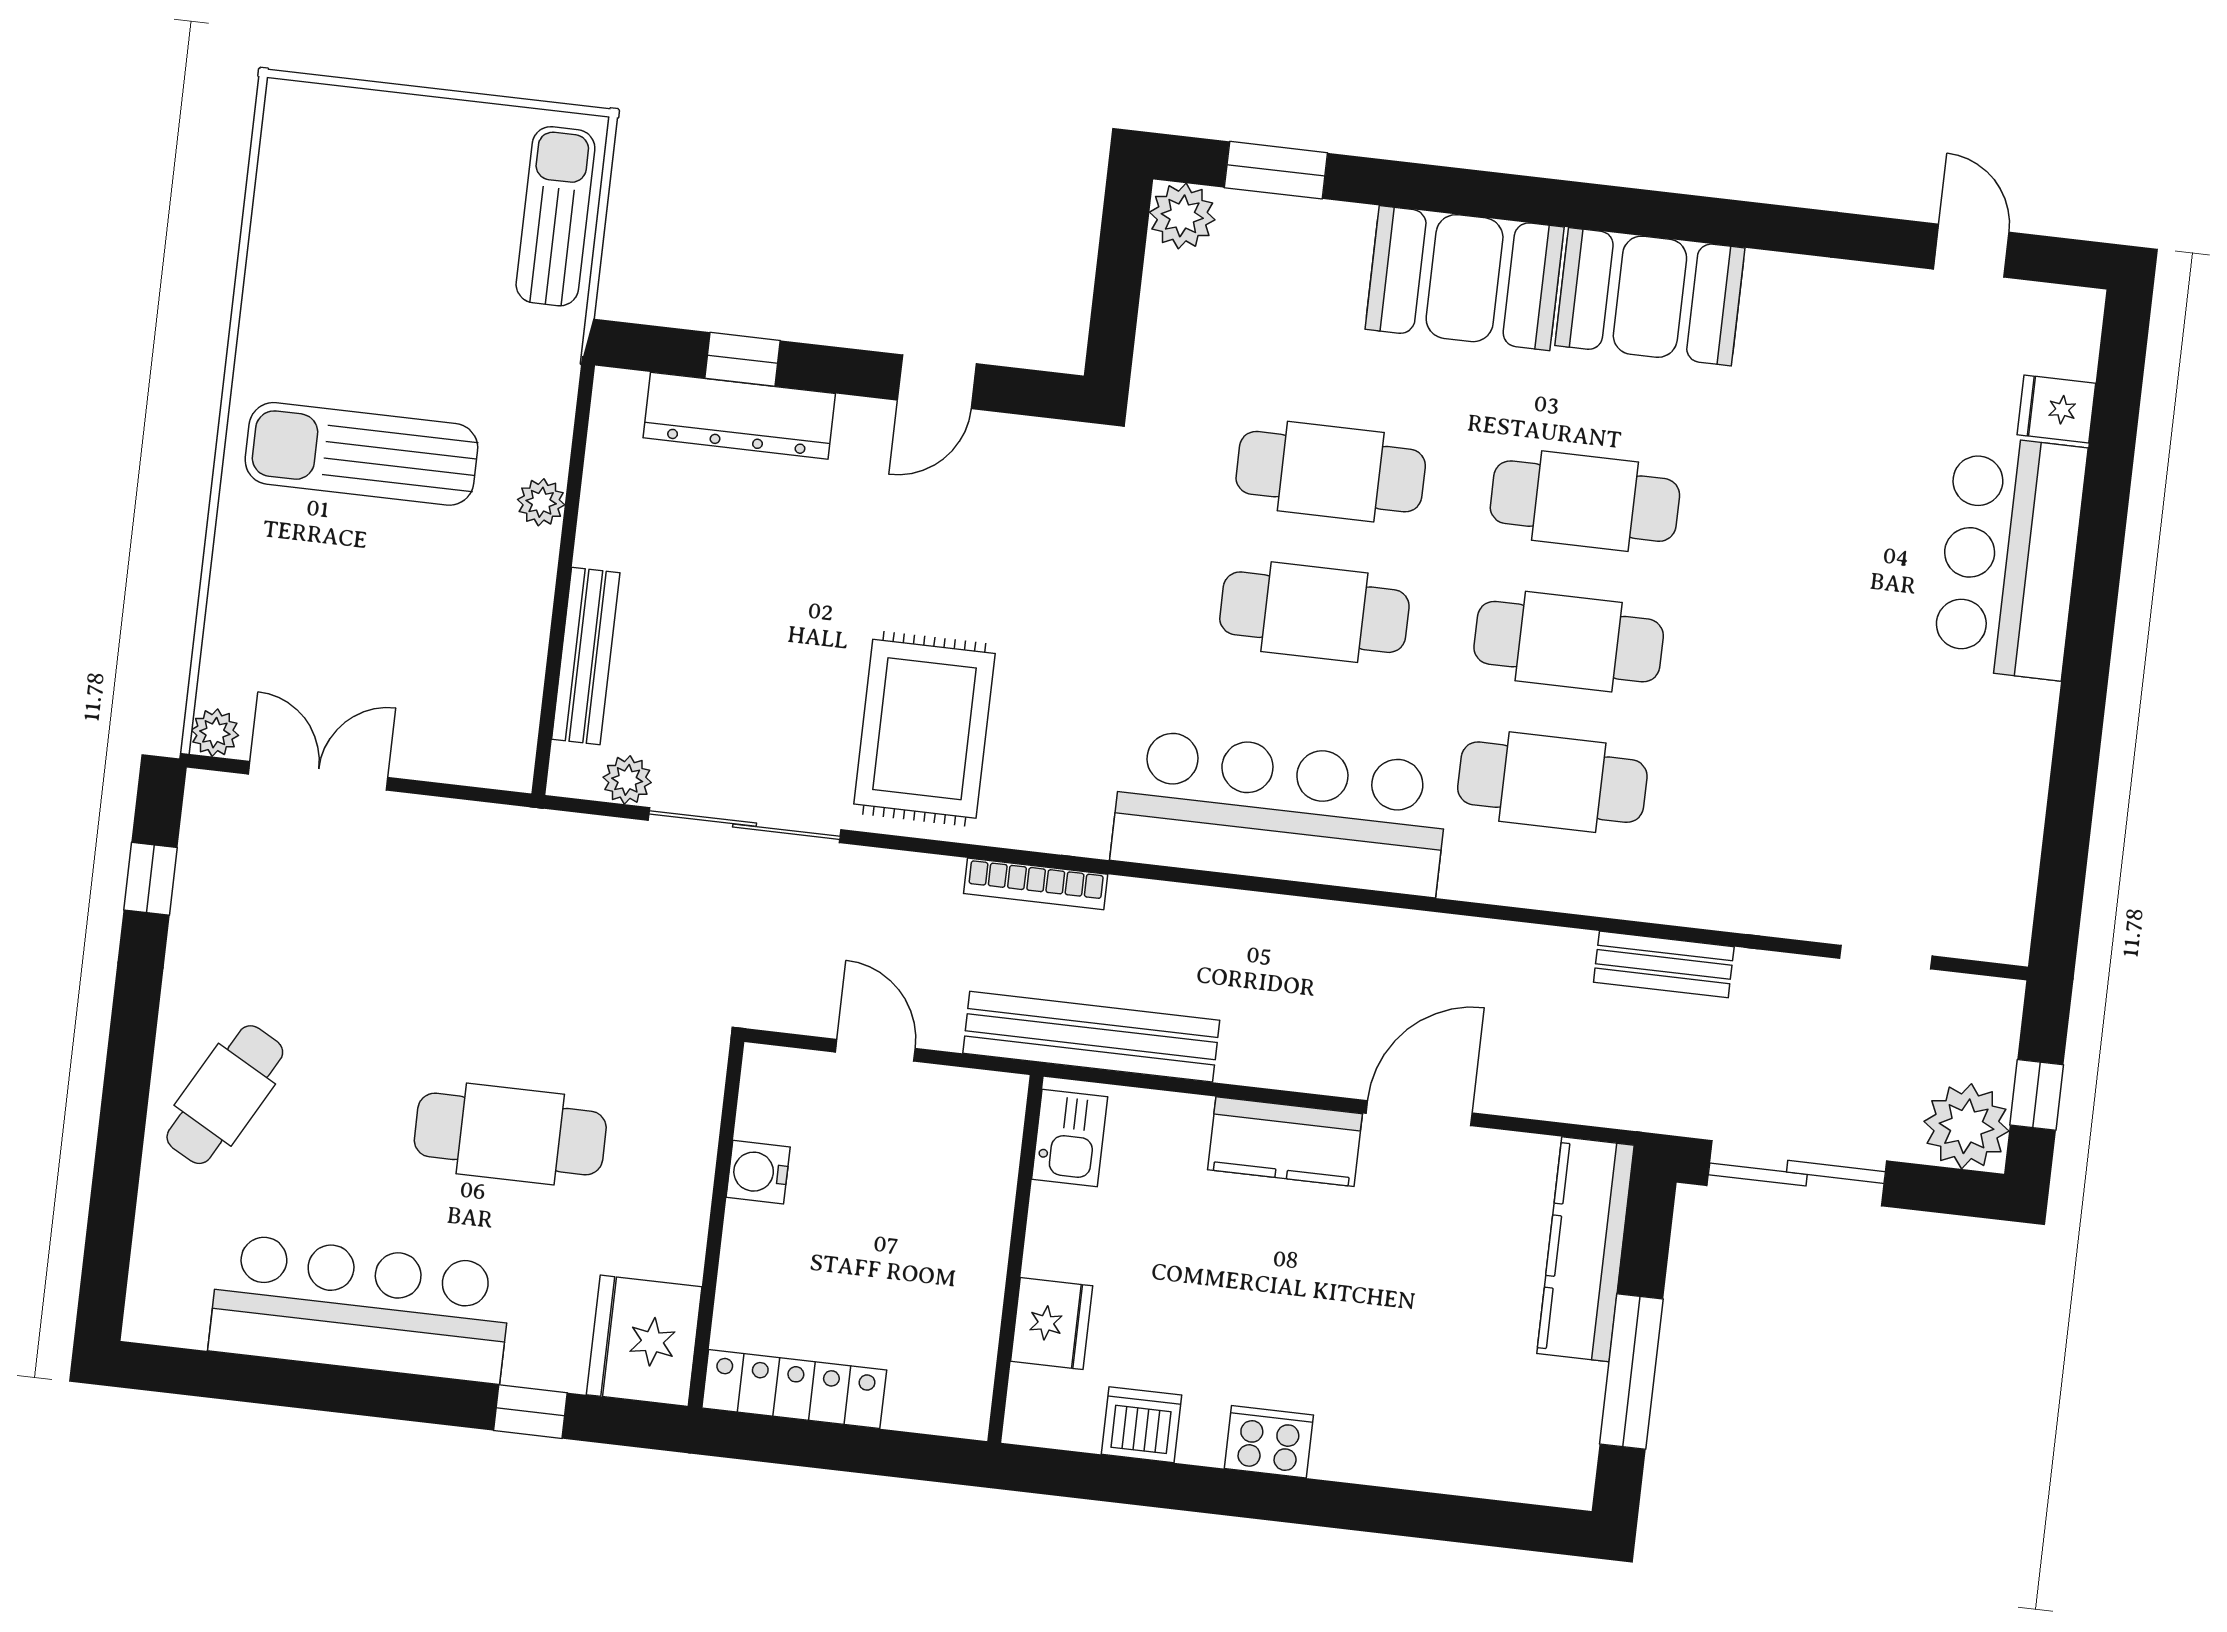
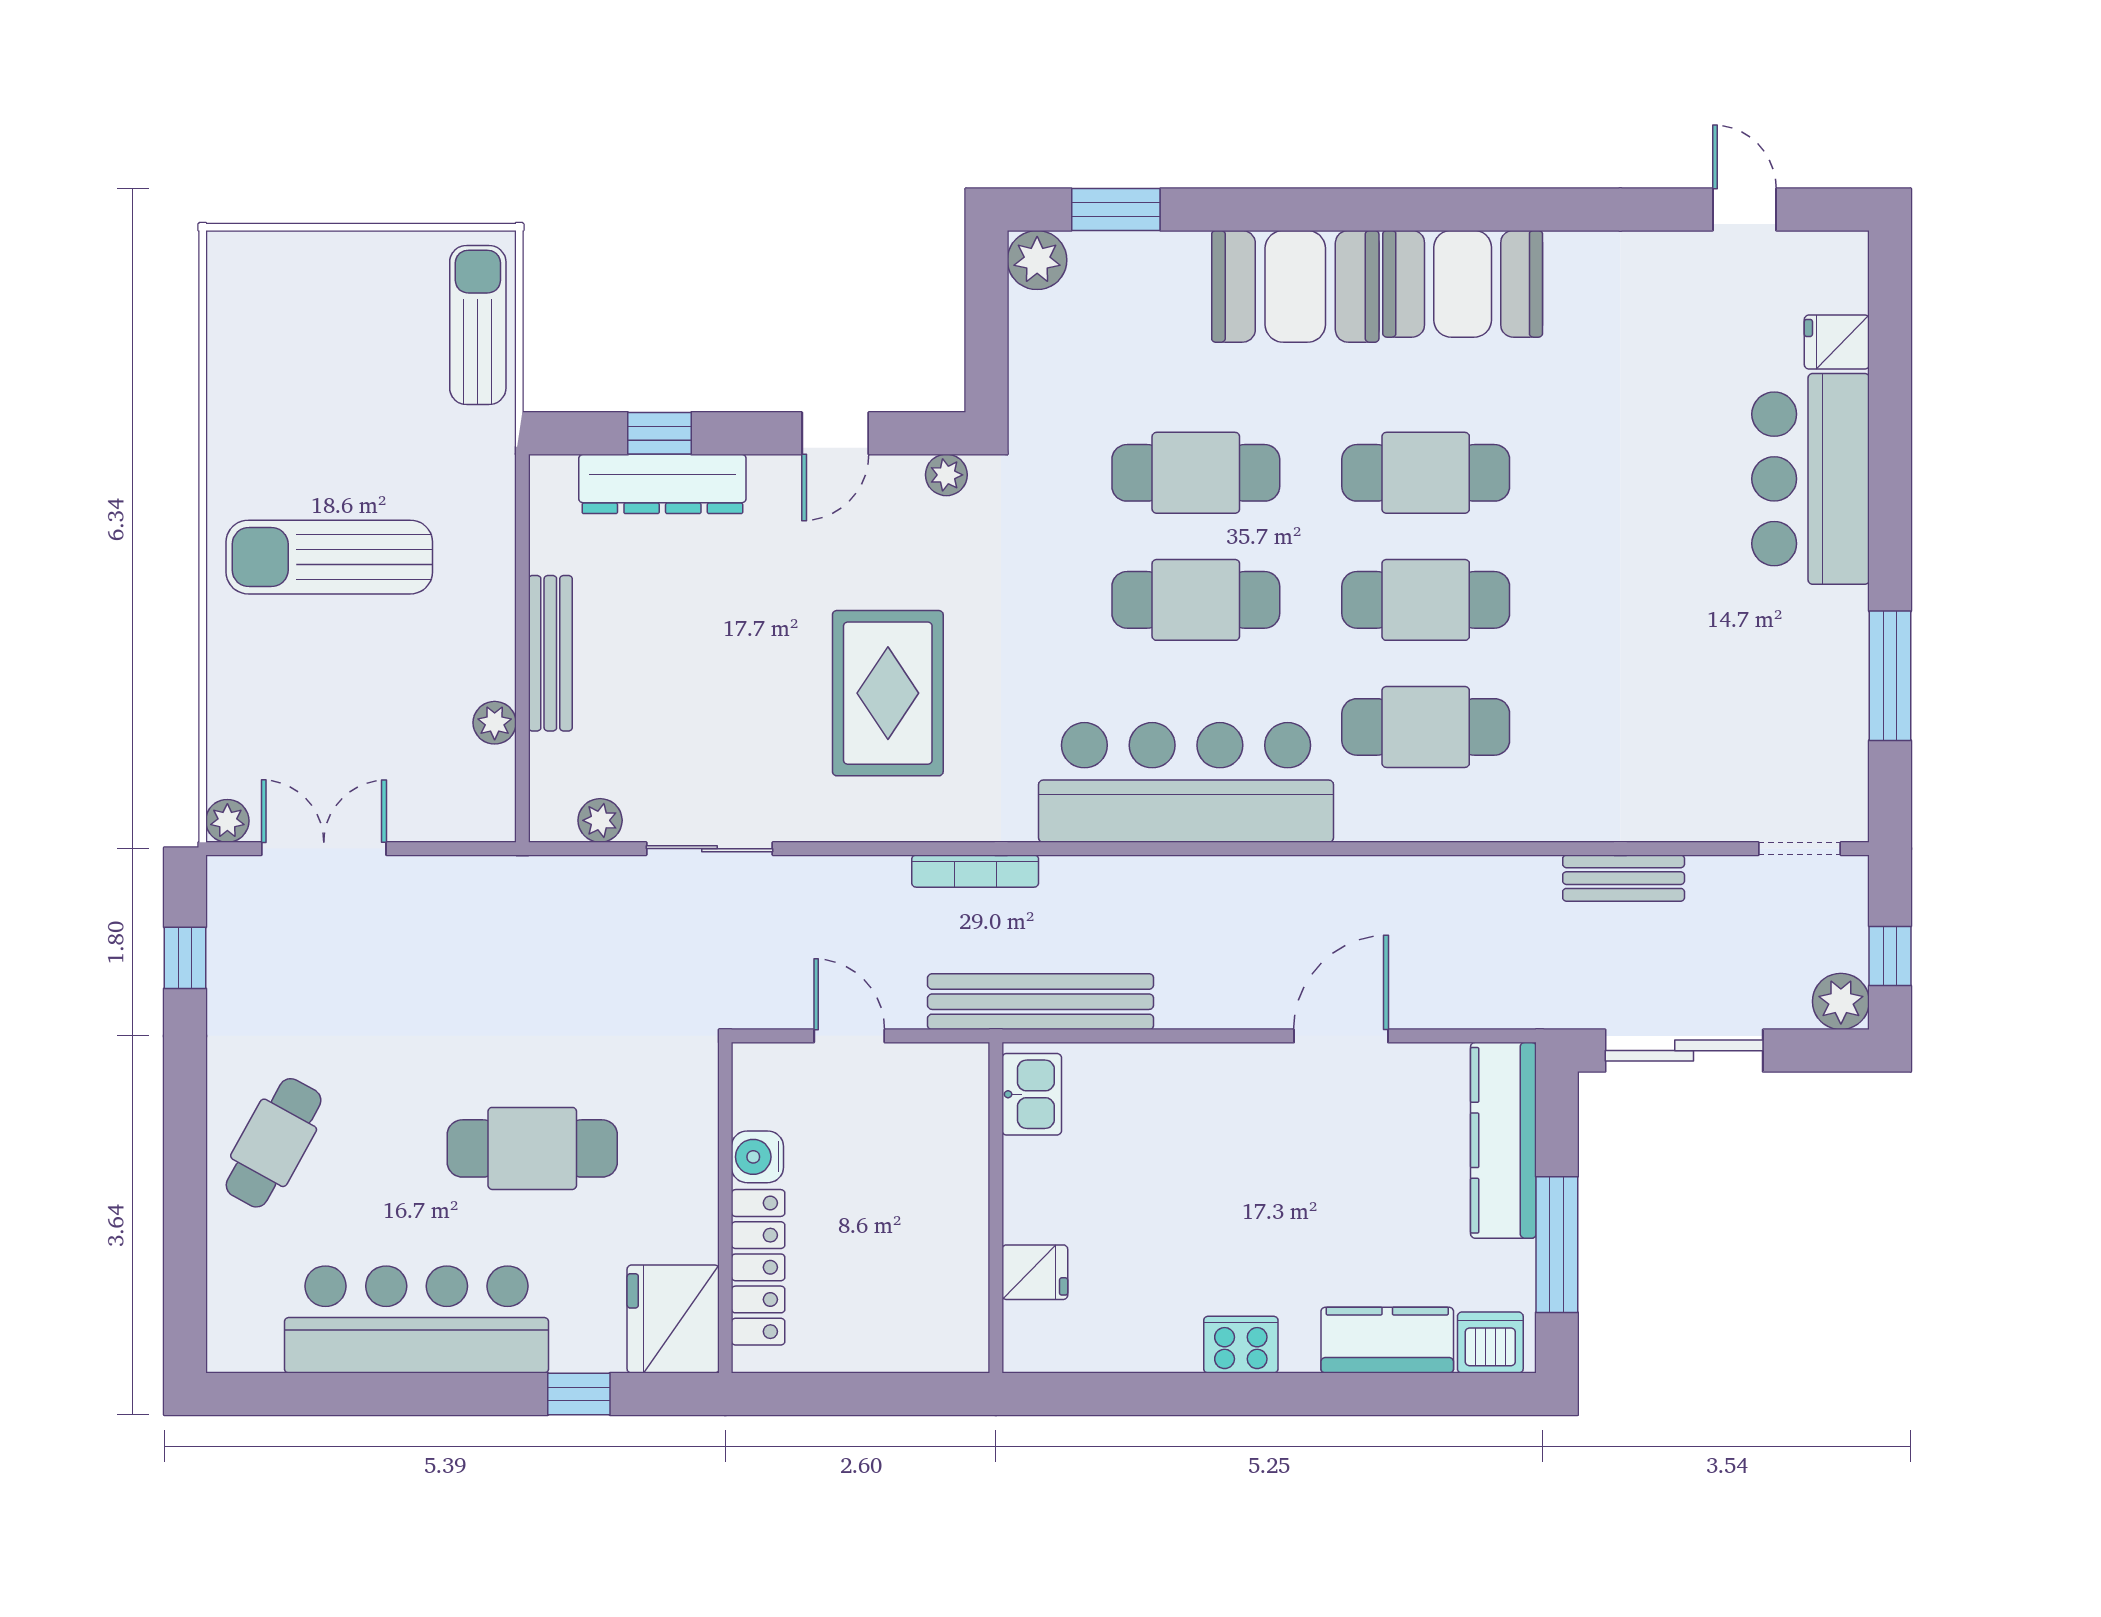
plant: (1054, 442) -> (946, 475), added
plant: (541, 502) -> (495, 723), moved
bench: (586, 656) -> (550, 653), moved
rug: (924, 729) -> (888, 693), moved
window: (2073, 785) -> (1890, 676), added
sliding door: (745, 825) -> (709, 849), width x0.73
doorway: (1886, 957) -> (1800, 849), moved
bench: (1664, 964) -> (1624, 878), moved
plant: (1966, 1126) -> (1841, 1001), width x0.73, depth x0.73
kitchen counter: (1285, 1142) -> (1387, 1340), moved, turned 180
fridge: (1052, 1324) -> (1035, 1272), width x0.72
locker: (794, 1389) -> (758, 1267), moved, turned 90
dishwasher: (1142, 1425) -> (1490, 1343), moved

